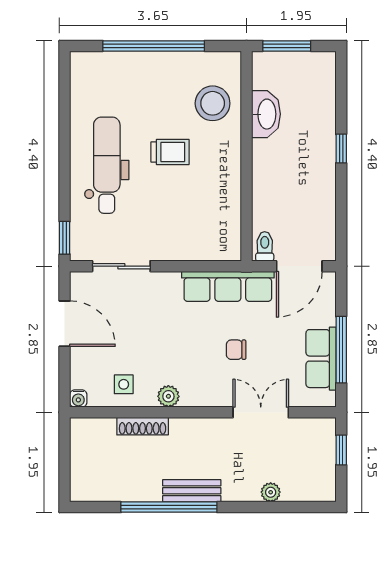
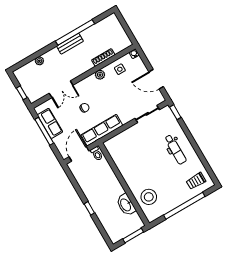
trolley: (170, 152) -> (196, 181), moved
dental chair: (107, 165) -> (175, 149), width x0.73, depth x0.72

